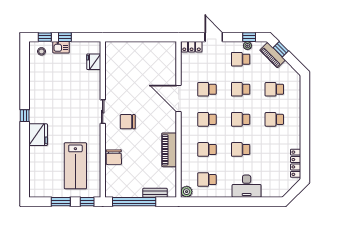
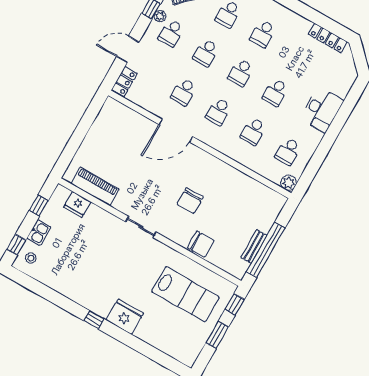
window: (65, 37) -> (39, 205), moved
chair: (128, 122) -> (190, 201), moved
piano: (169, 150) -> (95, 186), moved, turned 180
bench: (155, 193) -> (254, 247), moved

